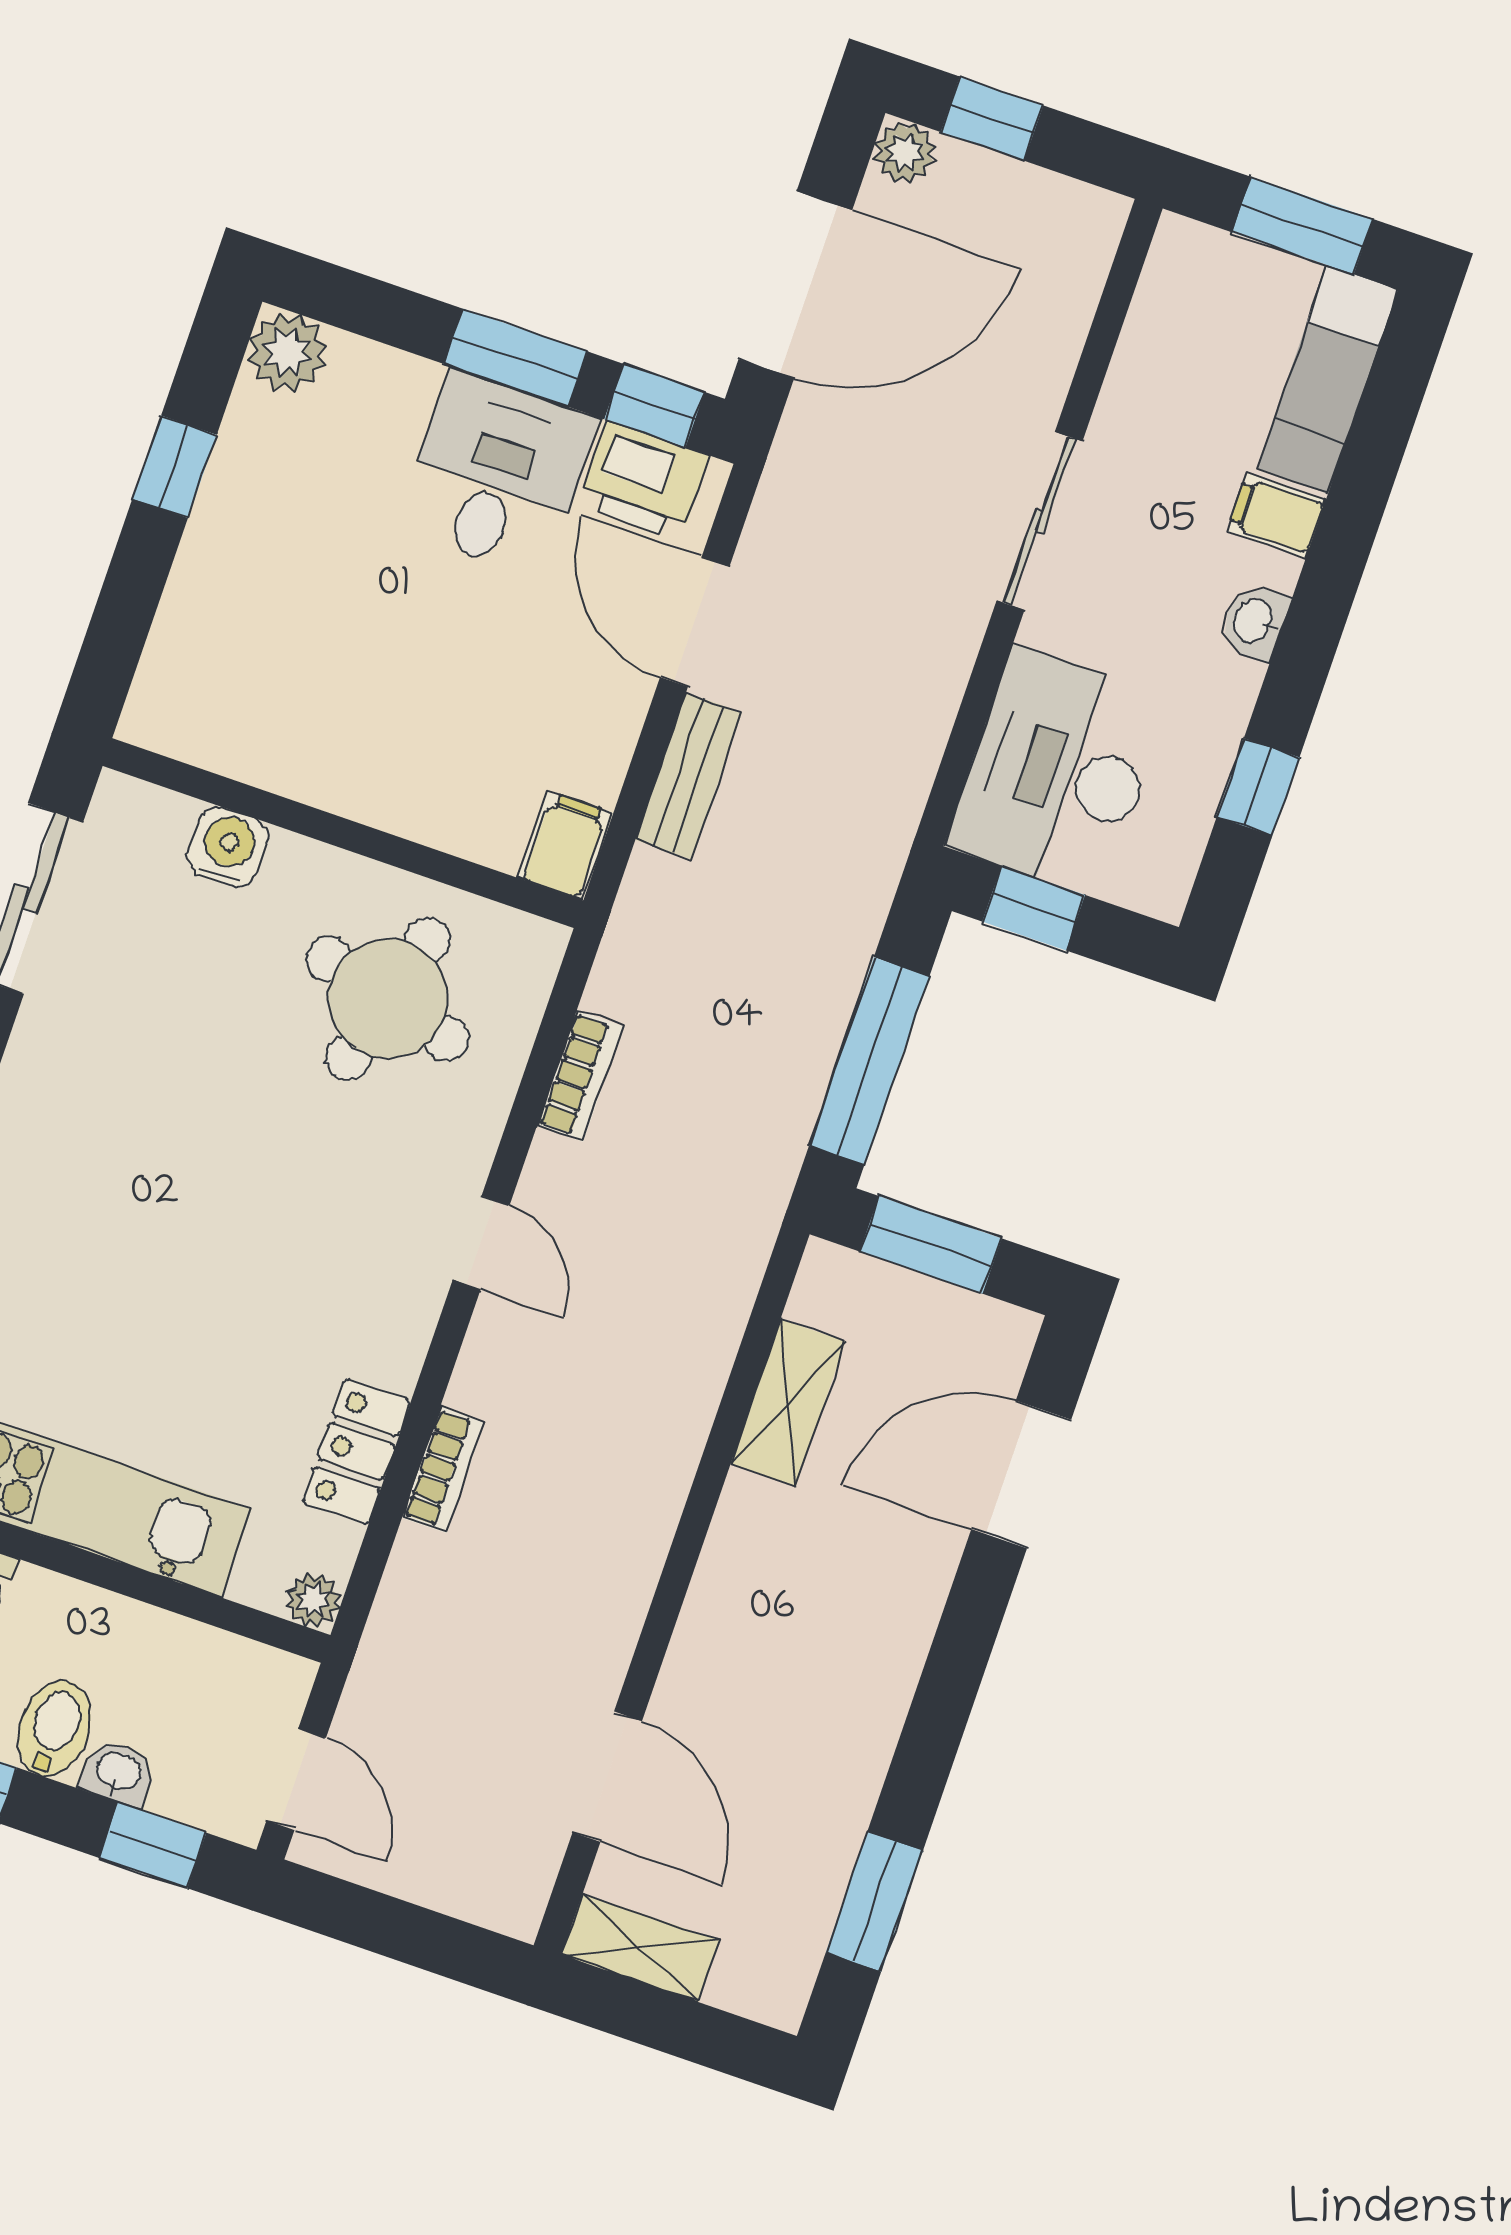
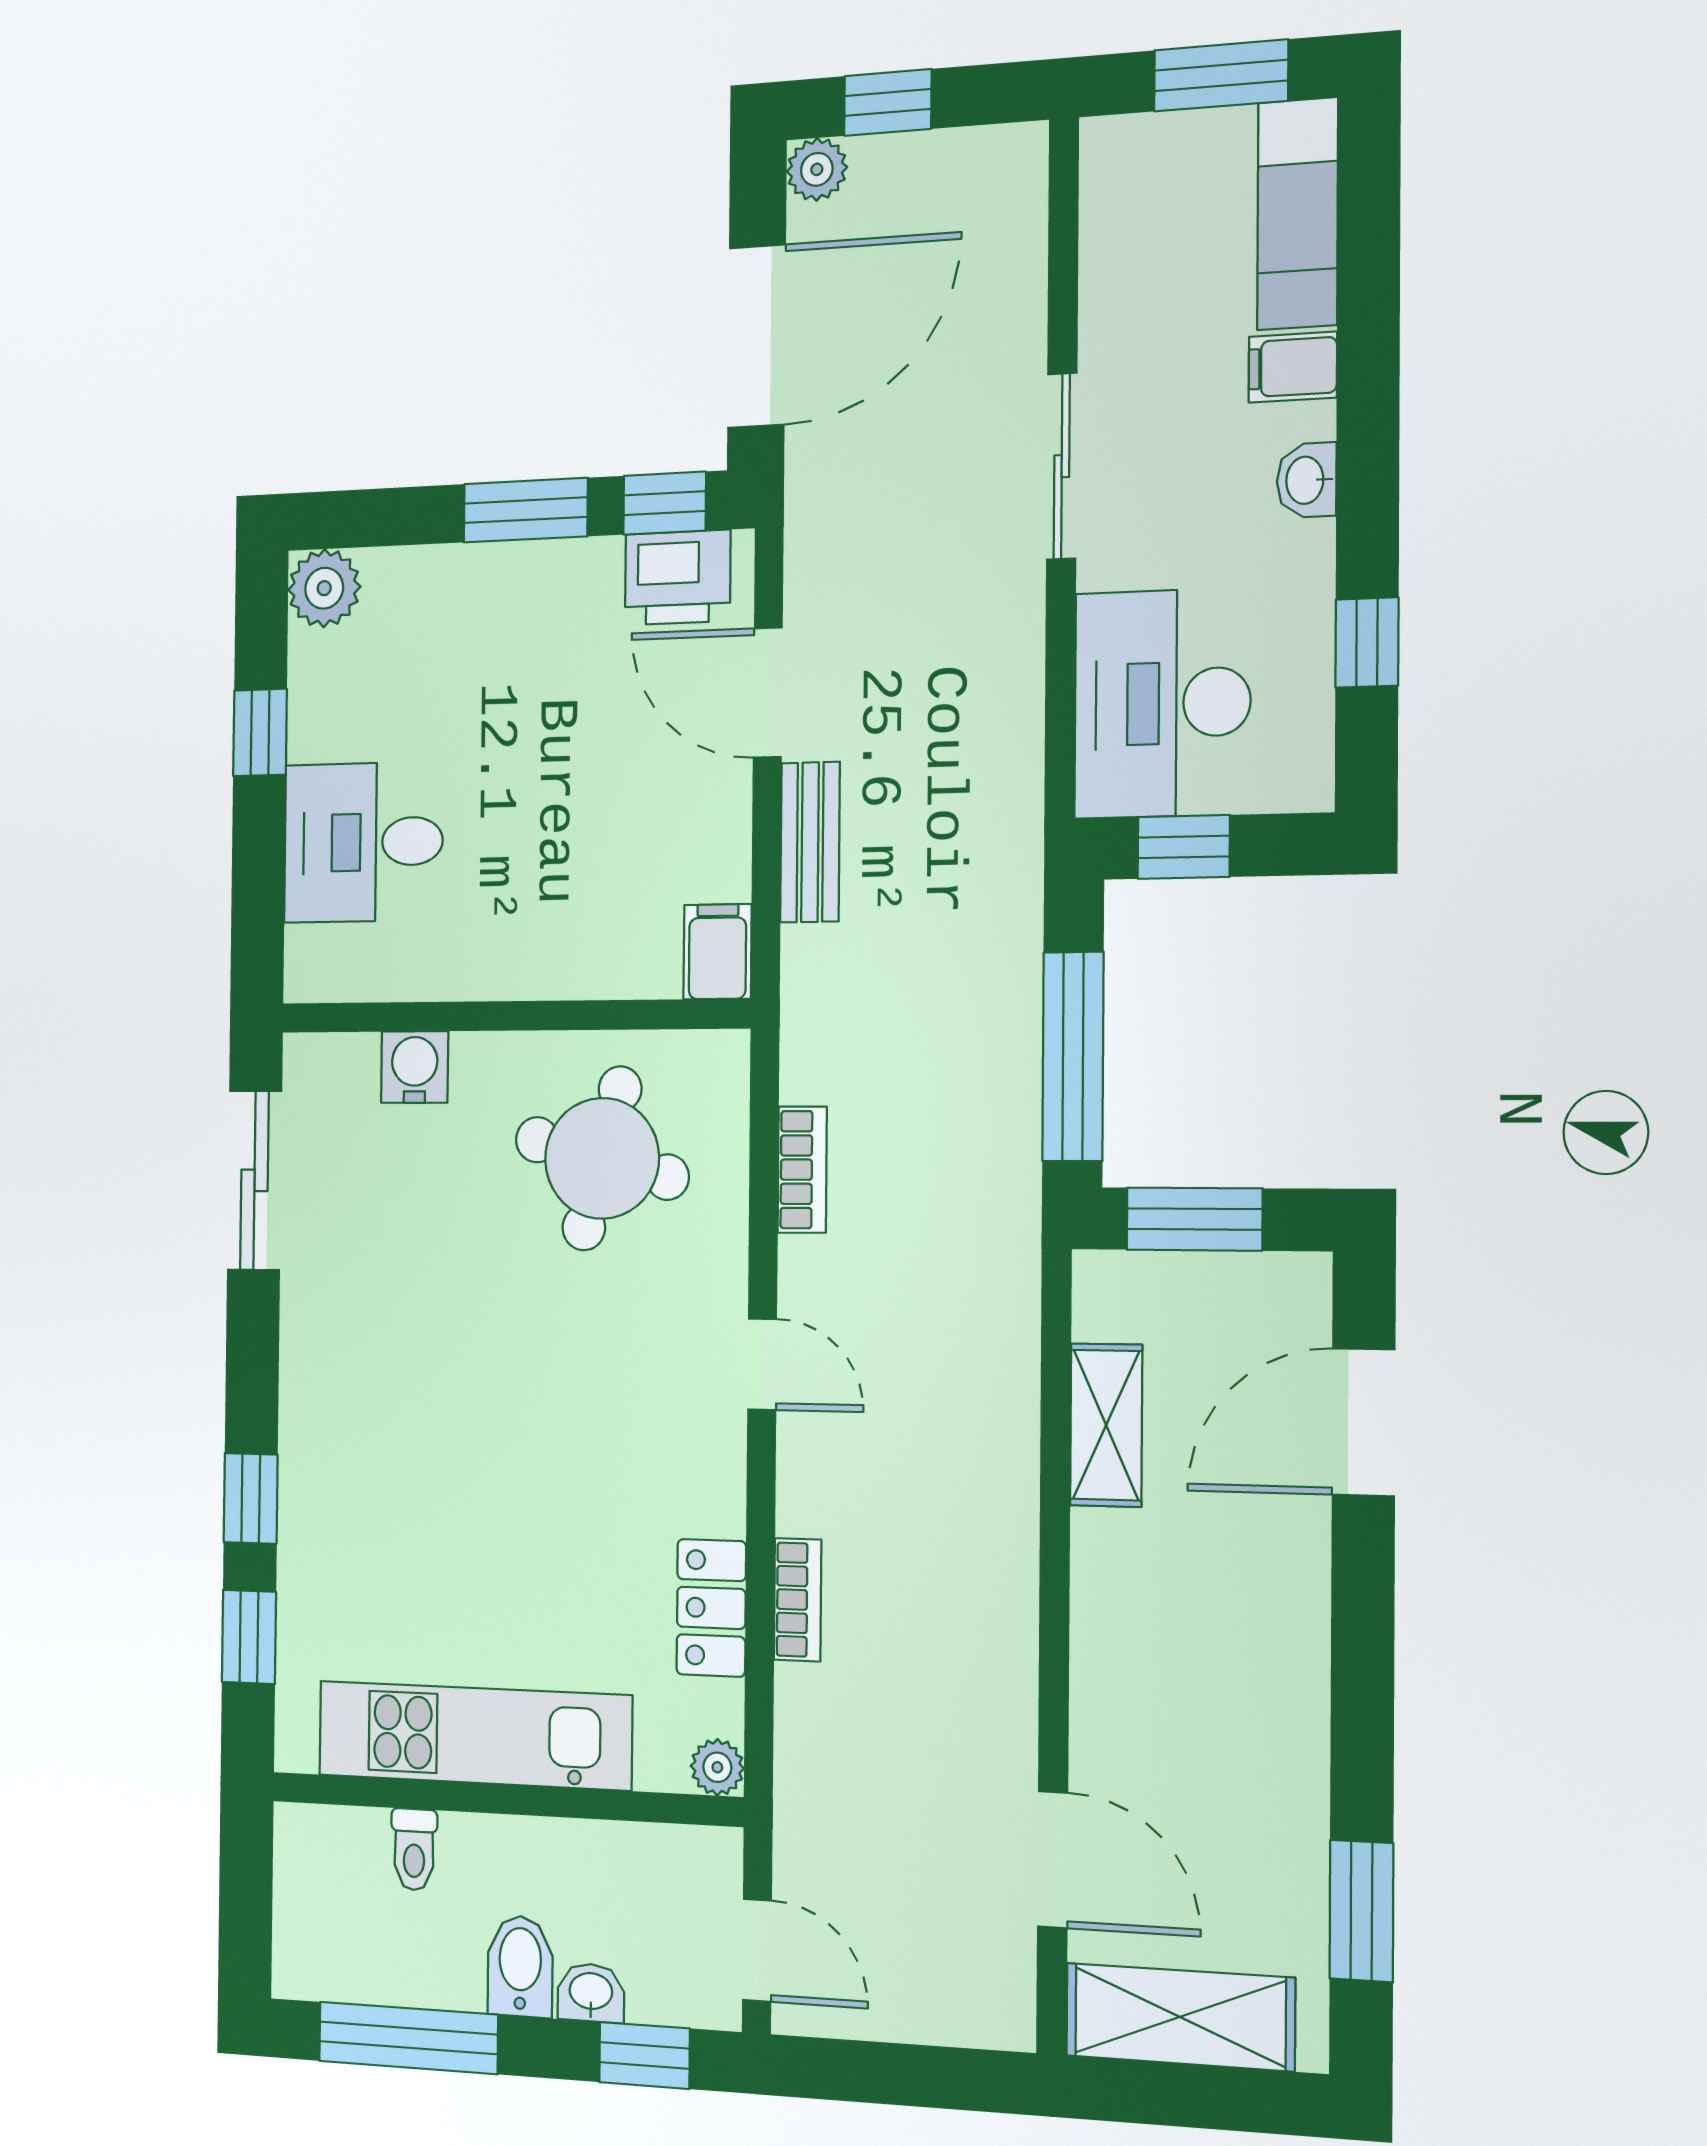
desk: (498, 474) -> (363, 842), moved, turned -90
shelving: (640, 1948) -> (1180, 2017), width x1.50, depth x1.33

